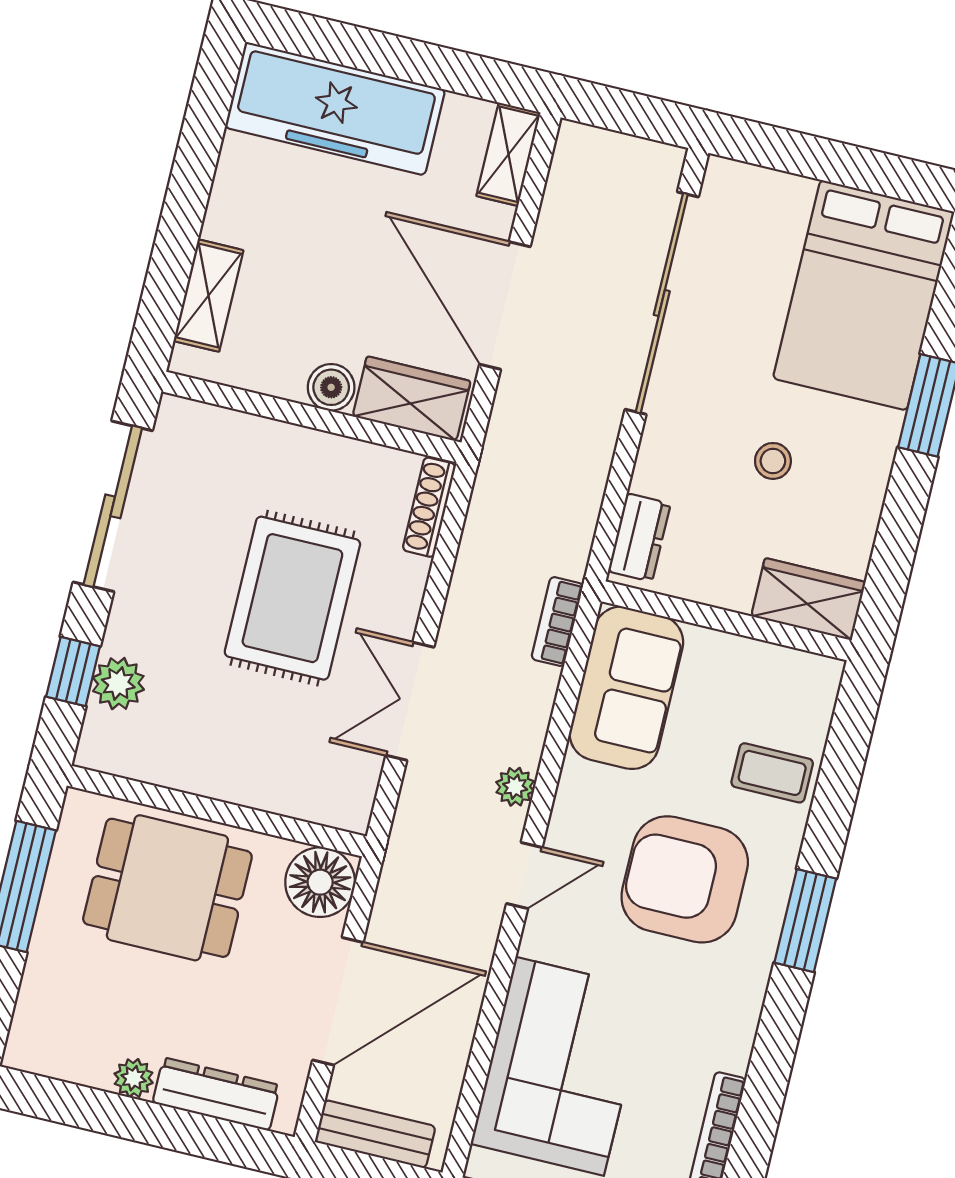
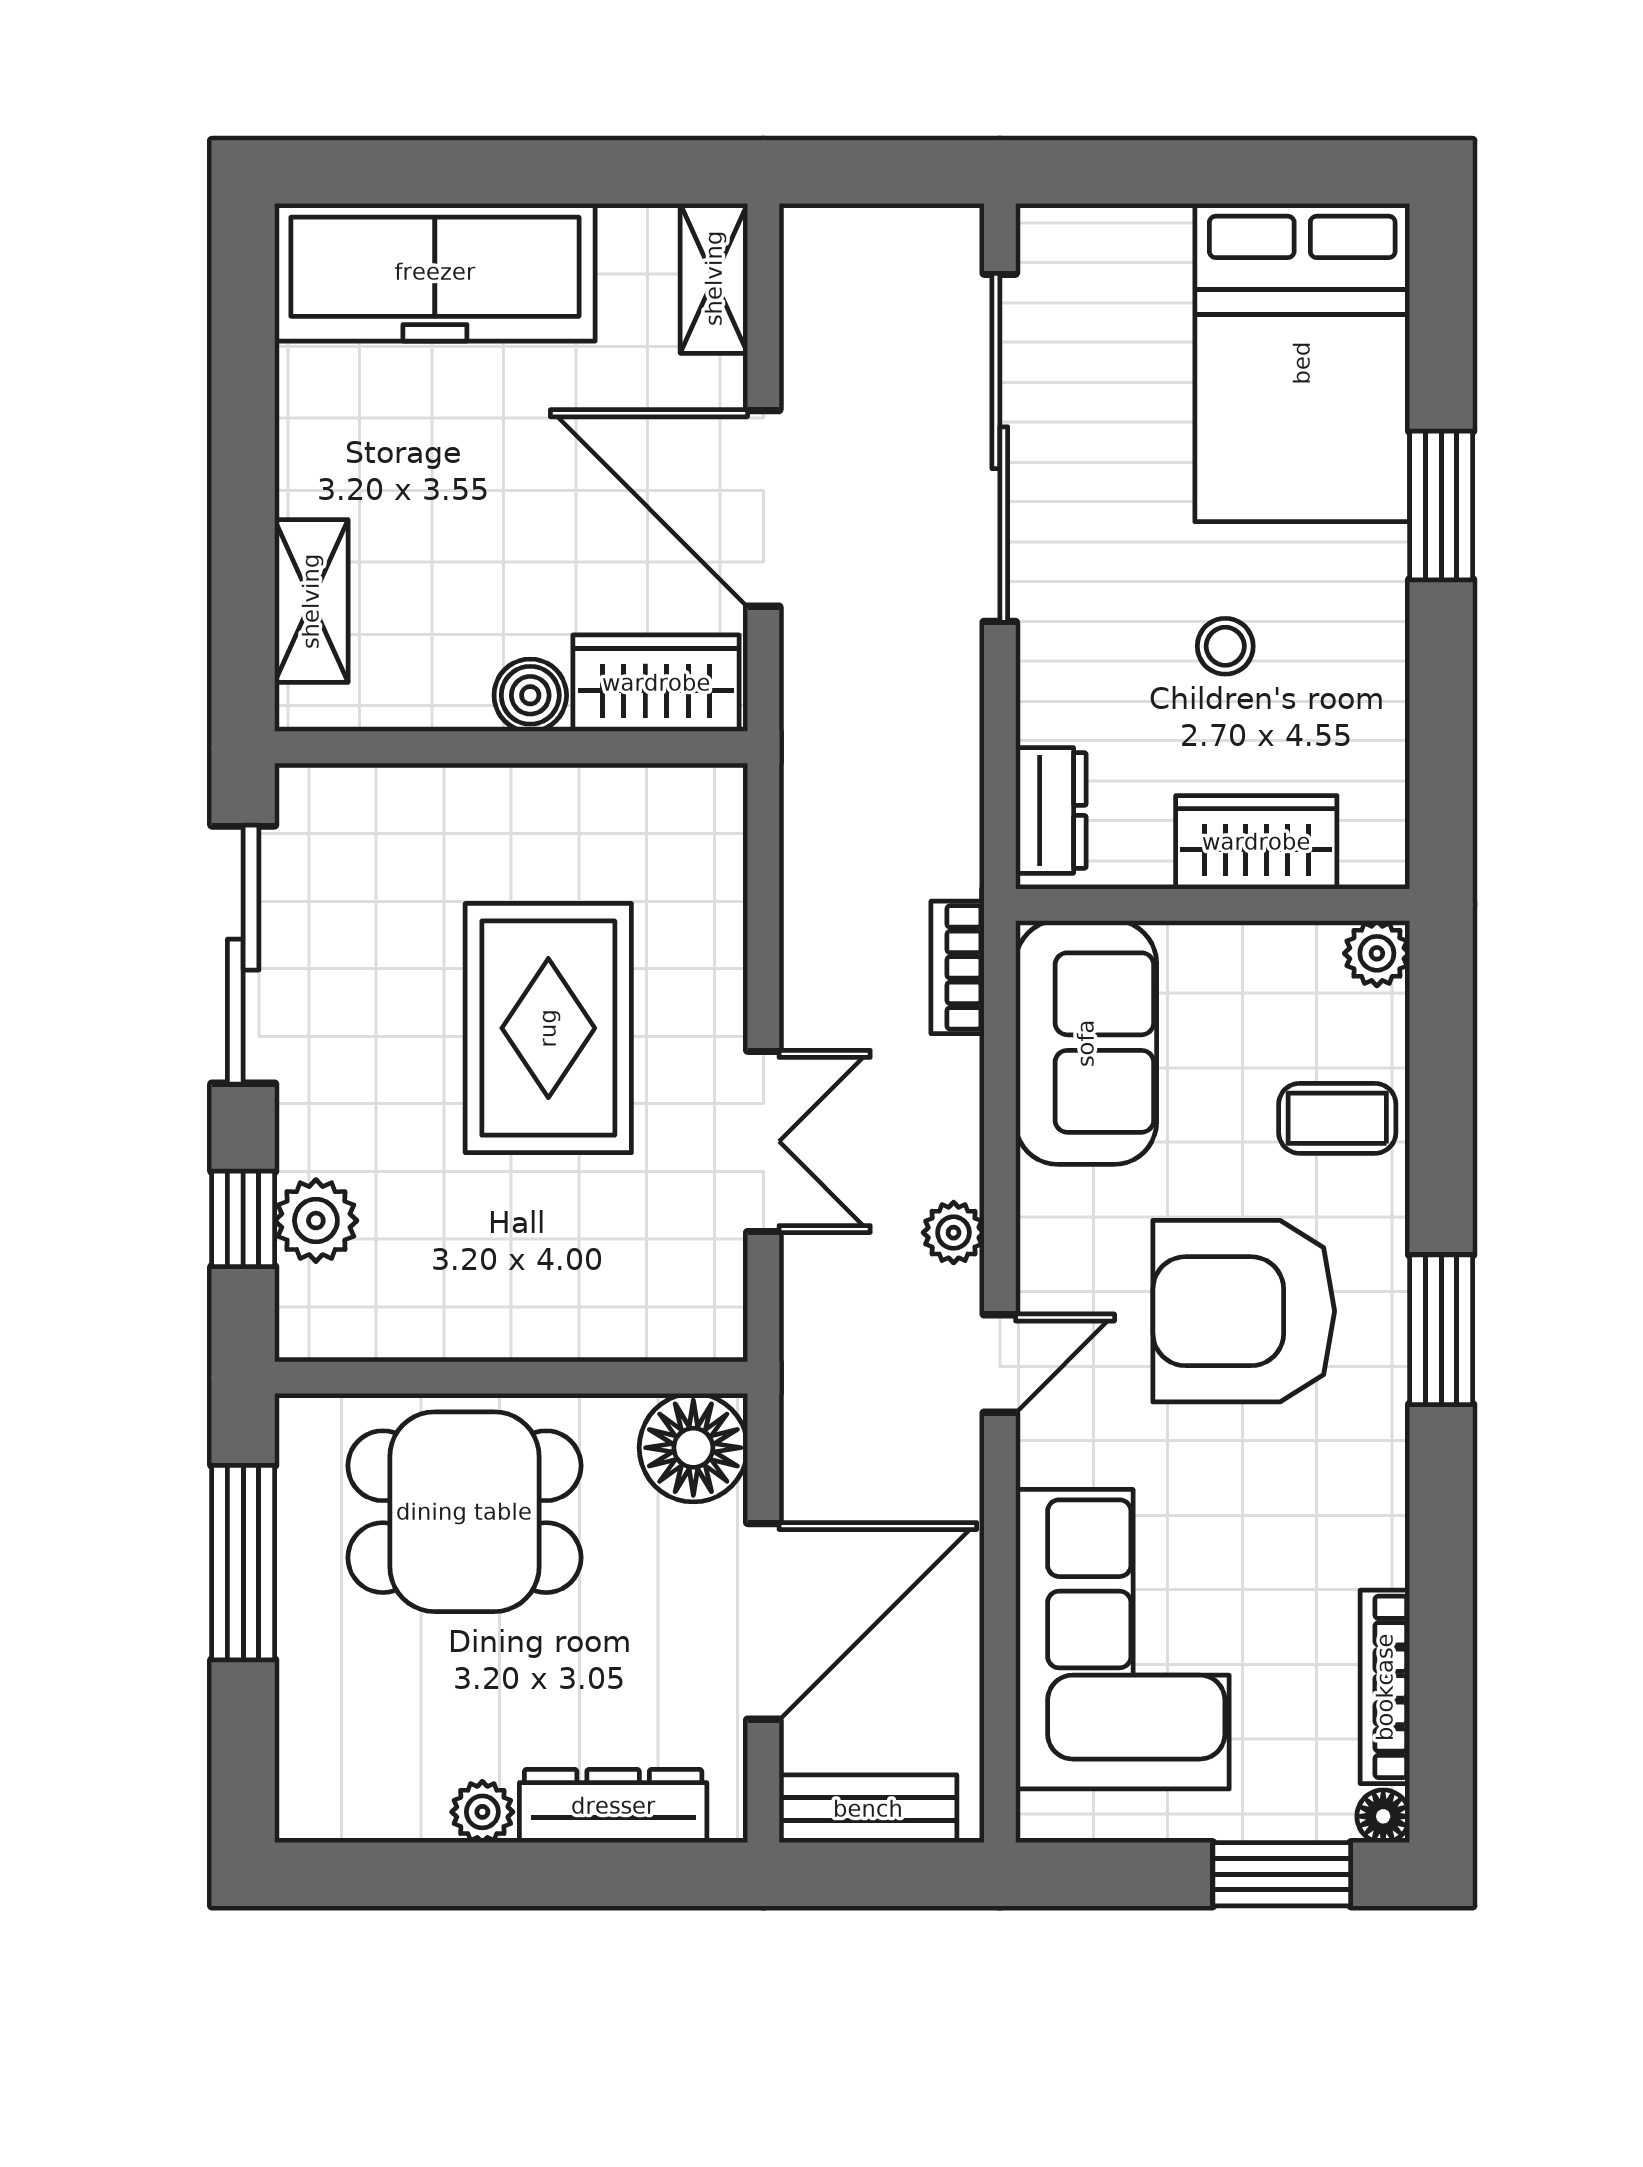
shoe rack: (429, 507) -> (722, 841), removed
wardrobe: (808, 599) -> (1256, 842), moved
plant: (822, 676) -> (1377, 953), added
double door: (410, 701) -> (763, 1141), swing flipped

